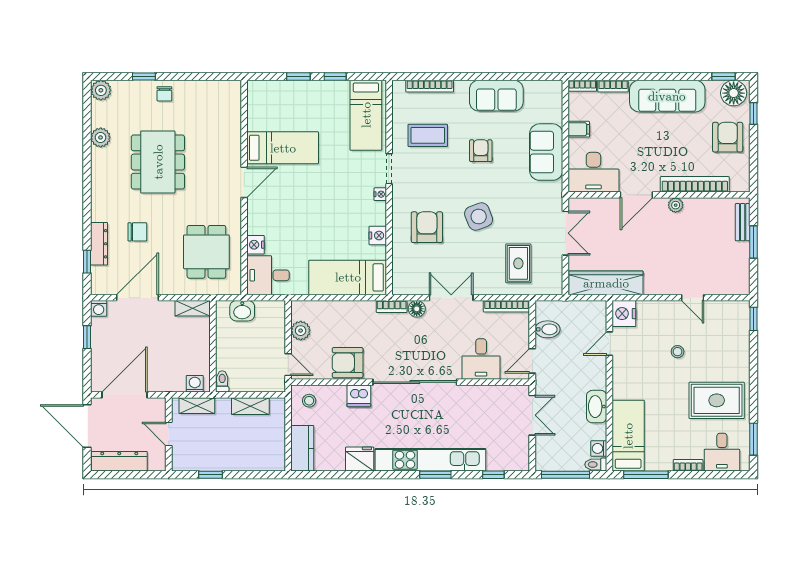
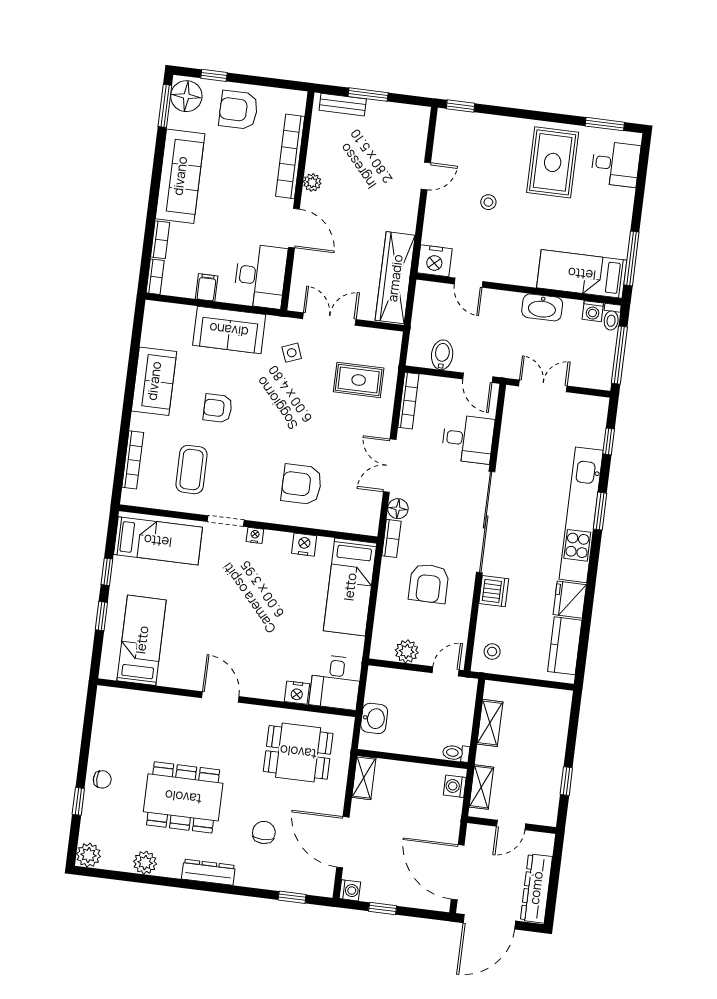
window: (723, 76) -> (165, 106), width x1.50
bed: (283, 148) -> (142, 640), moved
side table: (479, 217) -> (292, 353), moved, width x0.54, depth x0.54
dresser: (99, 244) -> (208, 872), moved
armchair: (348, 363) -> (429, 583), moved
kitchen counter: (302, 448) -> (565, 646), moved, turned -90
bookcase: (688, 465) -> (626, 206), removed

